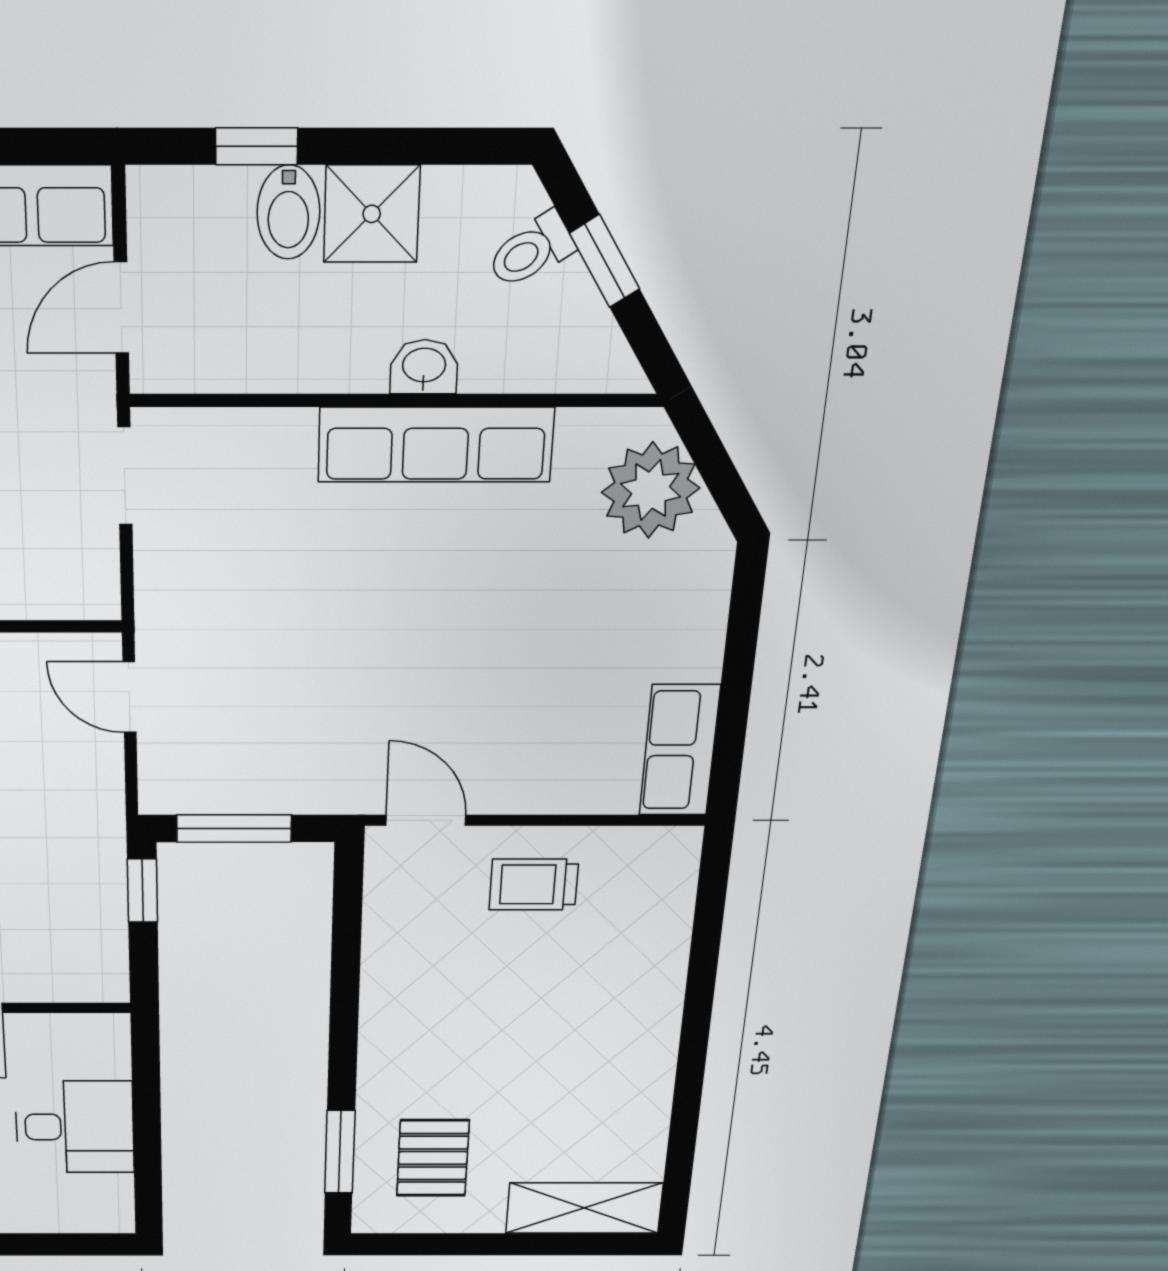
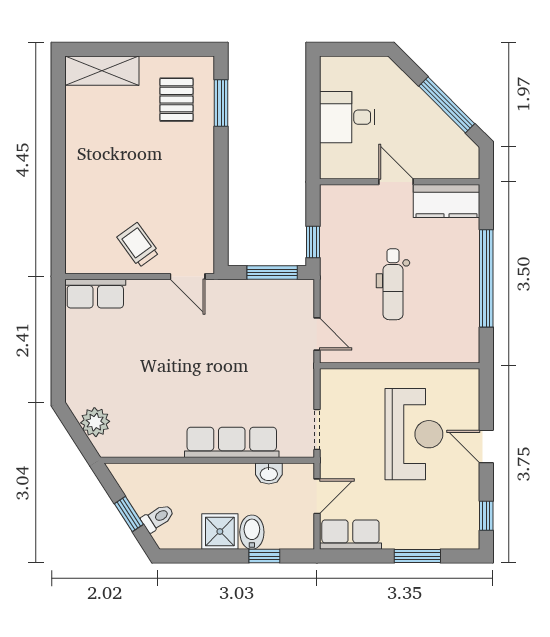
washbasin: (424, 367) -> (269, 473), moved
row of seats: (436, 445) -> (232, 442), moved
plant: (651, 490) -> (95, 422), width x0.73, depth x0.73
row of seats: (680, 750) -> (95, 294), moved, turned 90
trolley: (534, 884) -> (138, 245), turned -126

